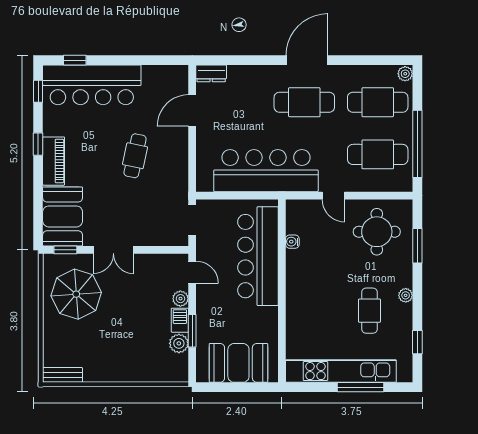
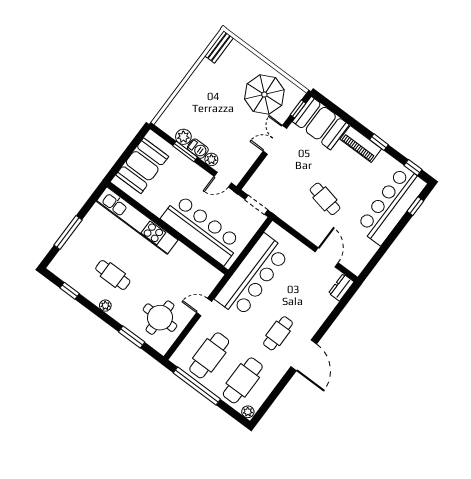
cafe table: (304, 102) -> (278, 333), width x0.73, depth x0.74
water cooler: (292, 242) -> (194, 259), removed
kitchen unit: (341, 371) -> (137, 221), moved, turned 90

